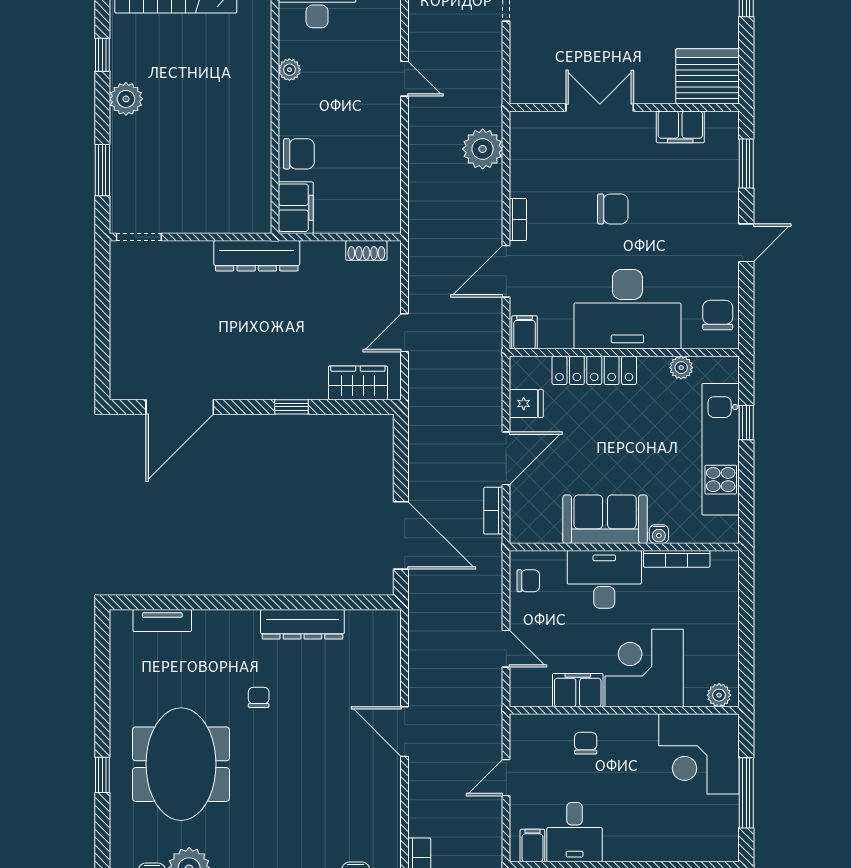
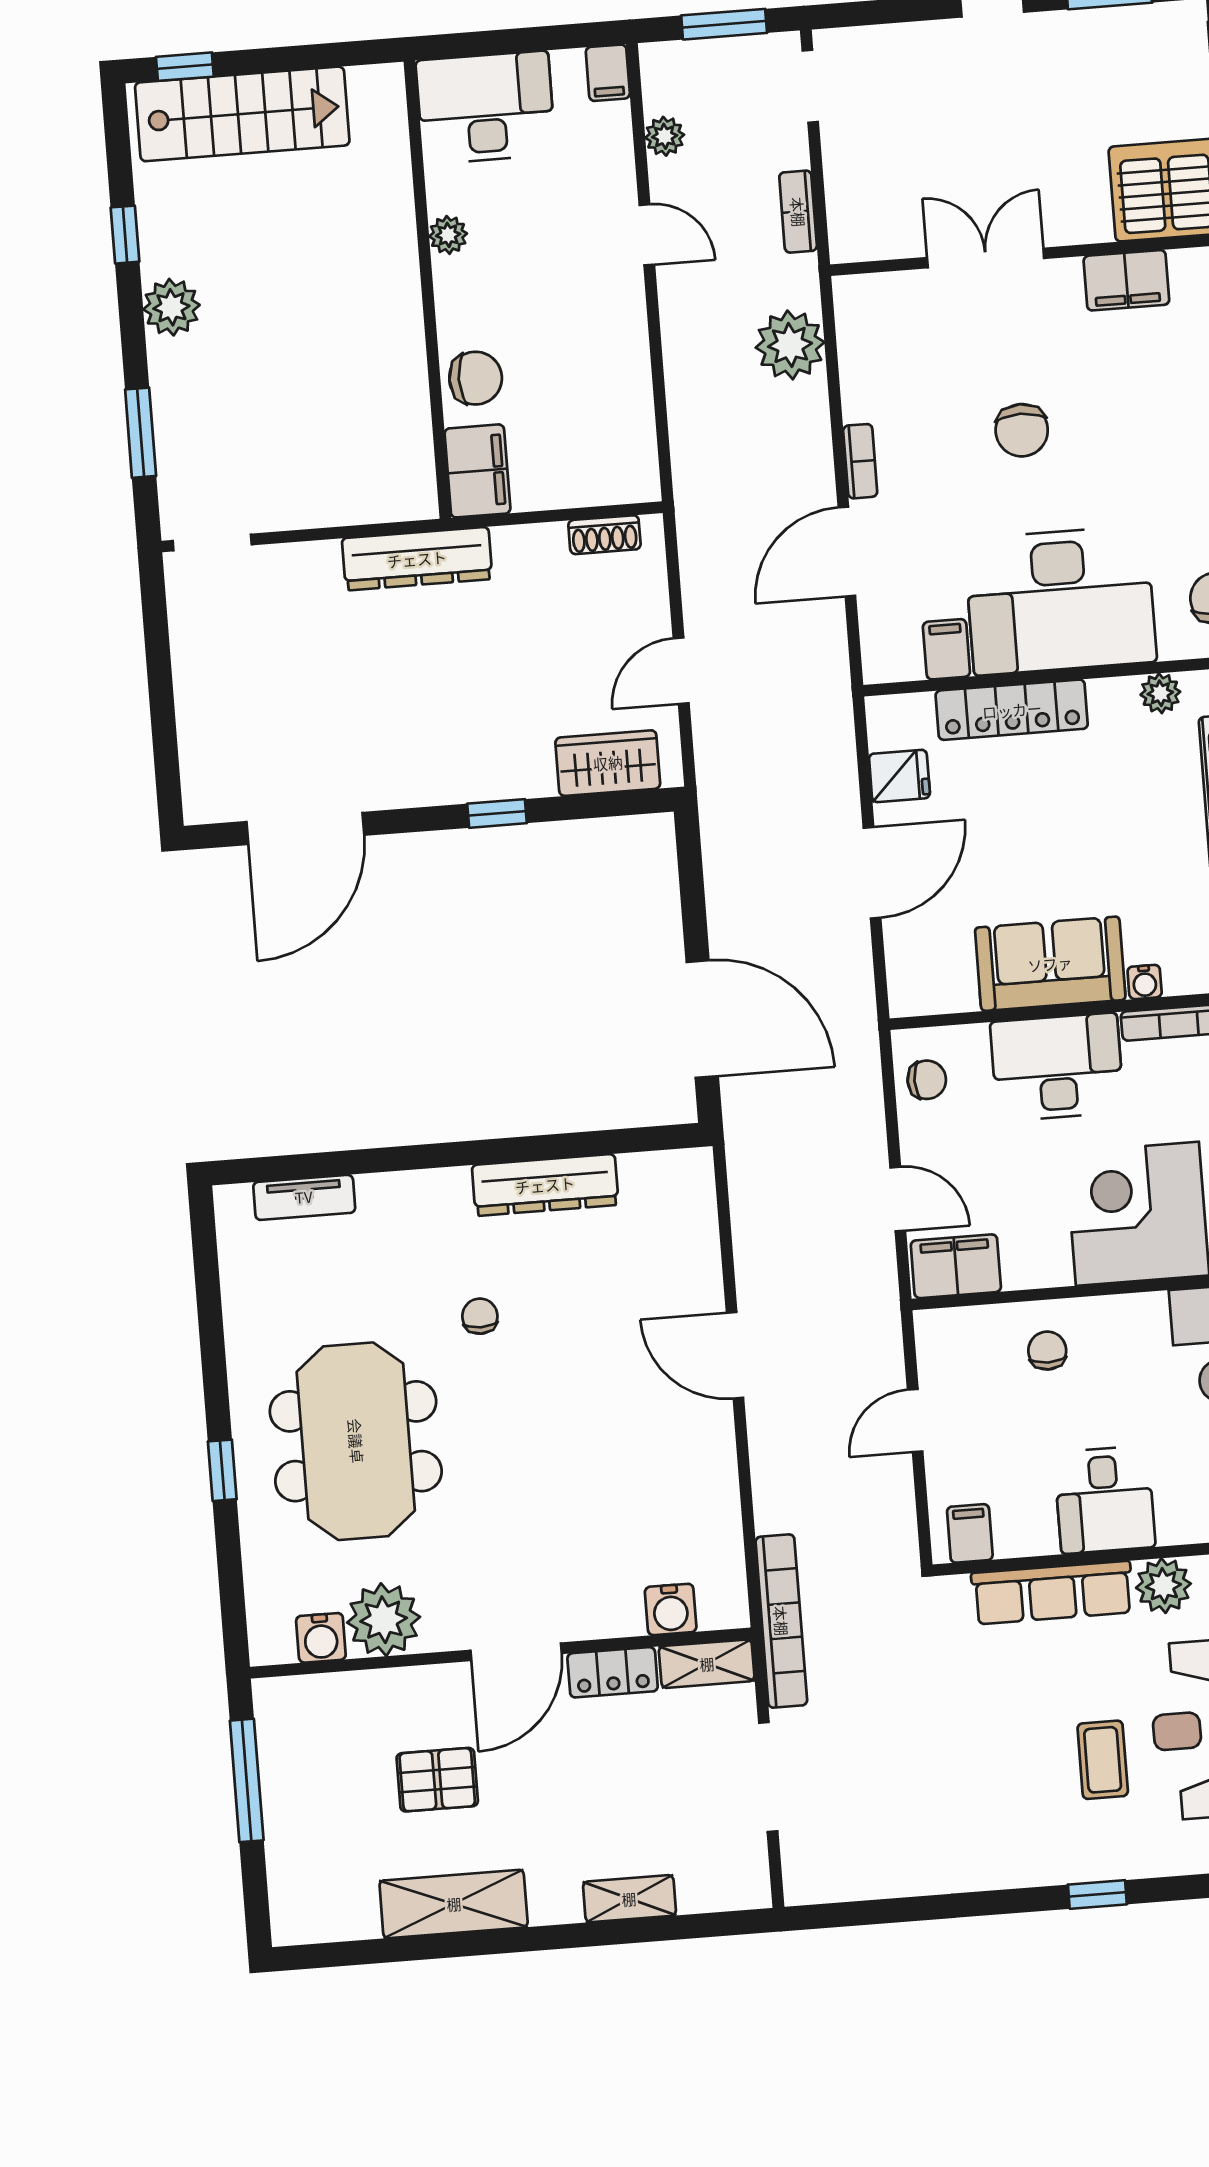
plant: (419, 22) -> (665, 136), added
chair: (613, 209) -> (1022, 430), turned 90
filing cabinet: (525, 332) -> (946, 649), moved
bookcase: (493, 511) -> (798, 212), moved
filing cabinet: (578, 690) -> (956, 1266), moved
desk: (575, 832) -> (1105, 1500), moved

